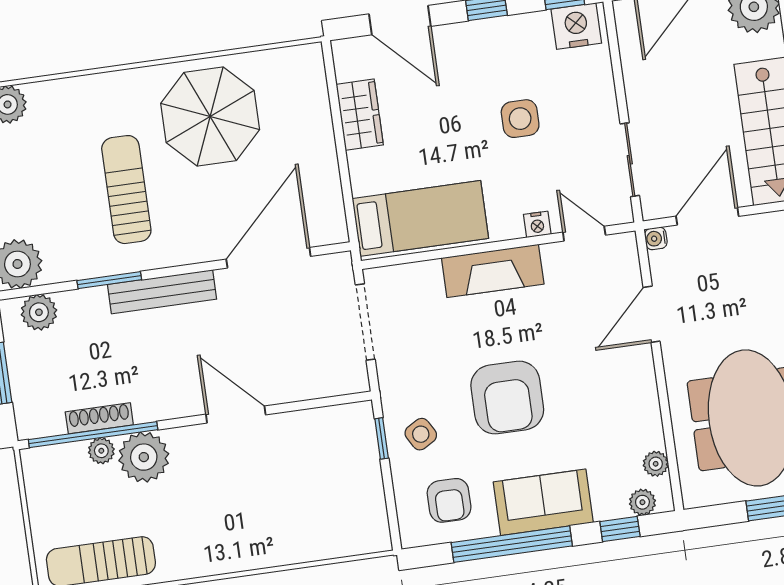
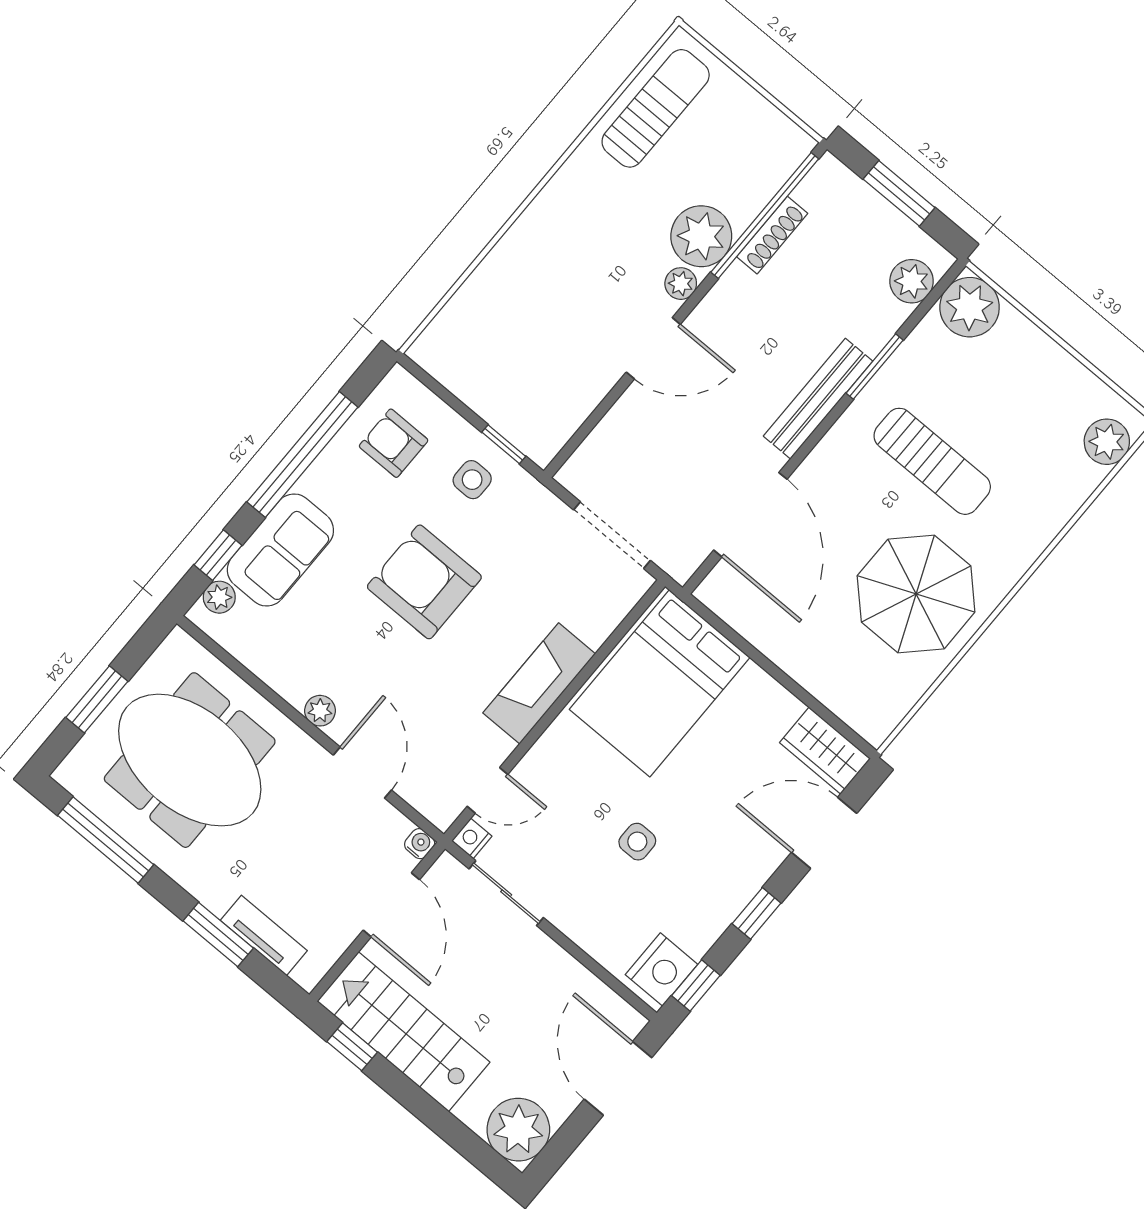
wardrobe: (360, 115) -> (825, 750), moved
side table: (520, 119) -> (637, 842), width x0.73, depth x0.73
bed: (420, 218) -> (660, 683), width x1.50
nightstand: (537, 224) -> (472, 839), moved
side table: (421, 434) -> (472, 480), turned 30
plant: (101, 451) -> (681, 284), moved
plant: (656, 464) -> (320, 711), moved
sofa: (543, 502) -> (280, 550), moved

